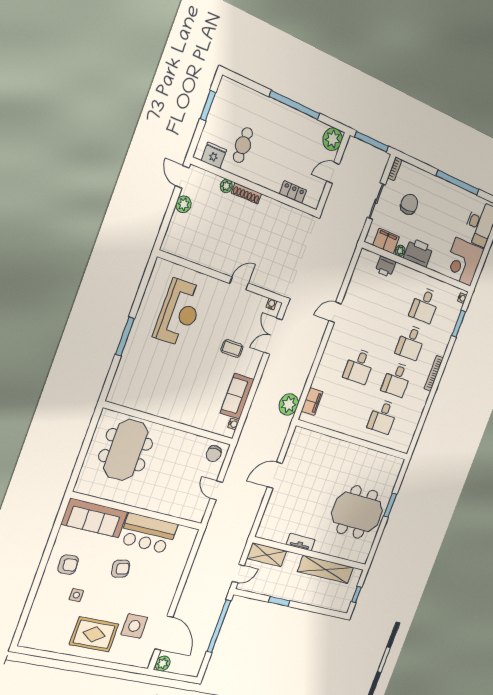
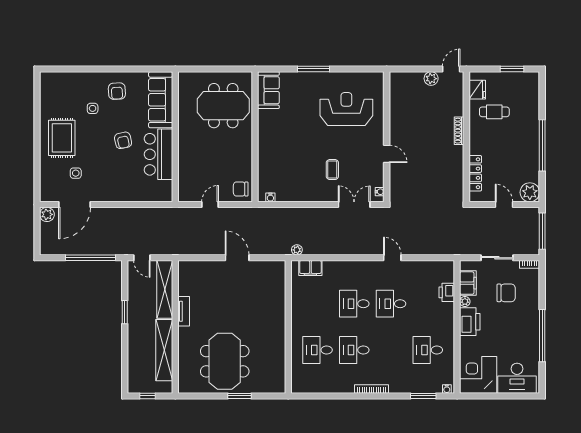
plant: (226, 186) -> (458, 110), removed
locker: (293, 192) -> (475, 173), width x1.53
reception desk: (179, 313) -> (346, 109), turned 180
desk: (411, 342) -> (391, 304), moved
sofa: (237, 396) -> (268, 90), moved, turned 90
plant: (289, 404) -> (297, 250), width x0.53, depth x0.53
shelving: (267, 555) -> (165, 289), width x1.47
side table: (134, 626) -> (76, 173), width x0.54, depth x0.54

